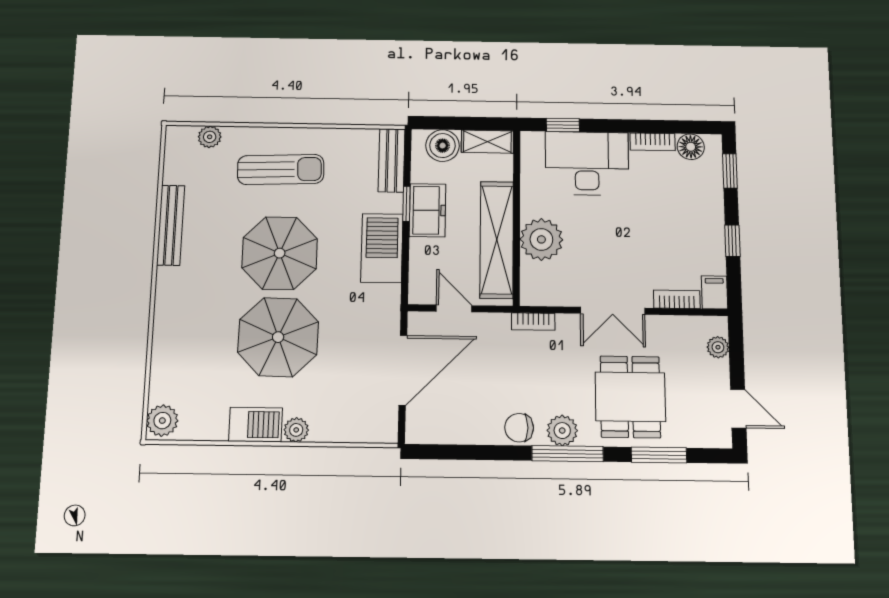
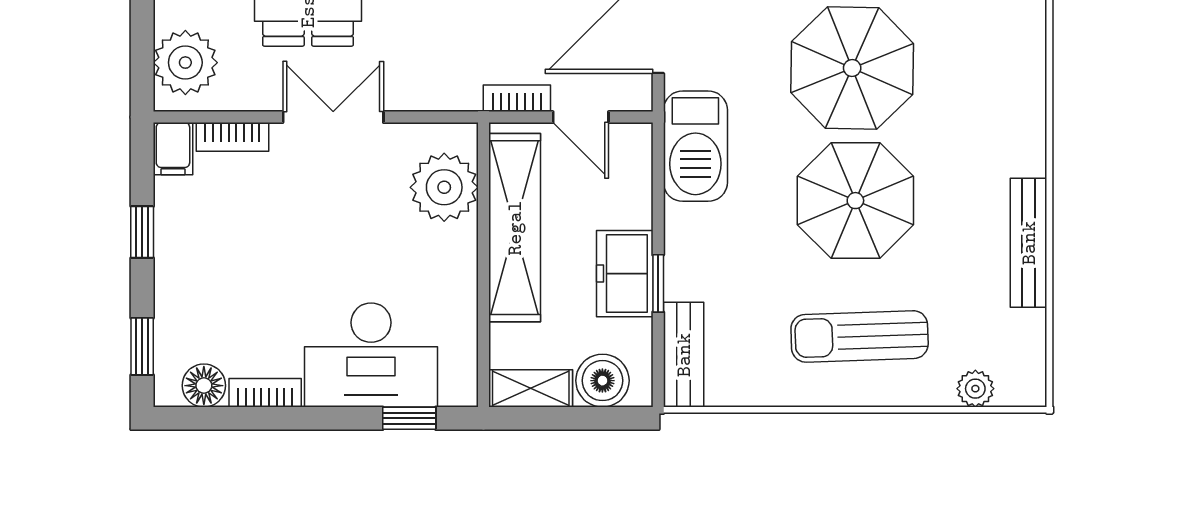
plant: (541, 239) -> (444, 187), moved
barbecue: (382, 248) -> (695, 146), moved
bookcase: (533, 322) -> (517, 98), moved
plant: (718, 347) -> (185, 63), width x1.87, depth x1.87

